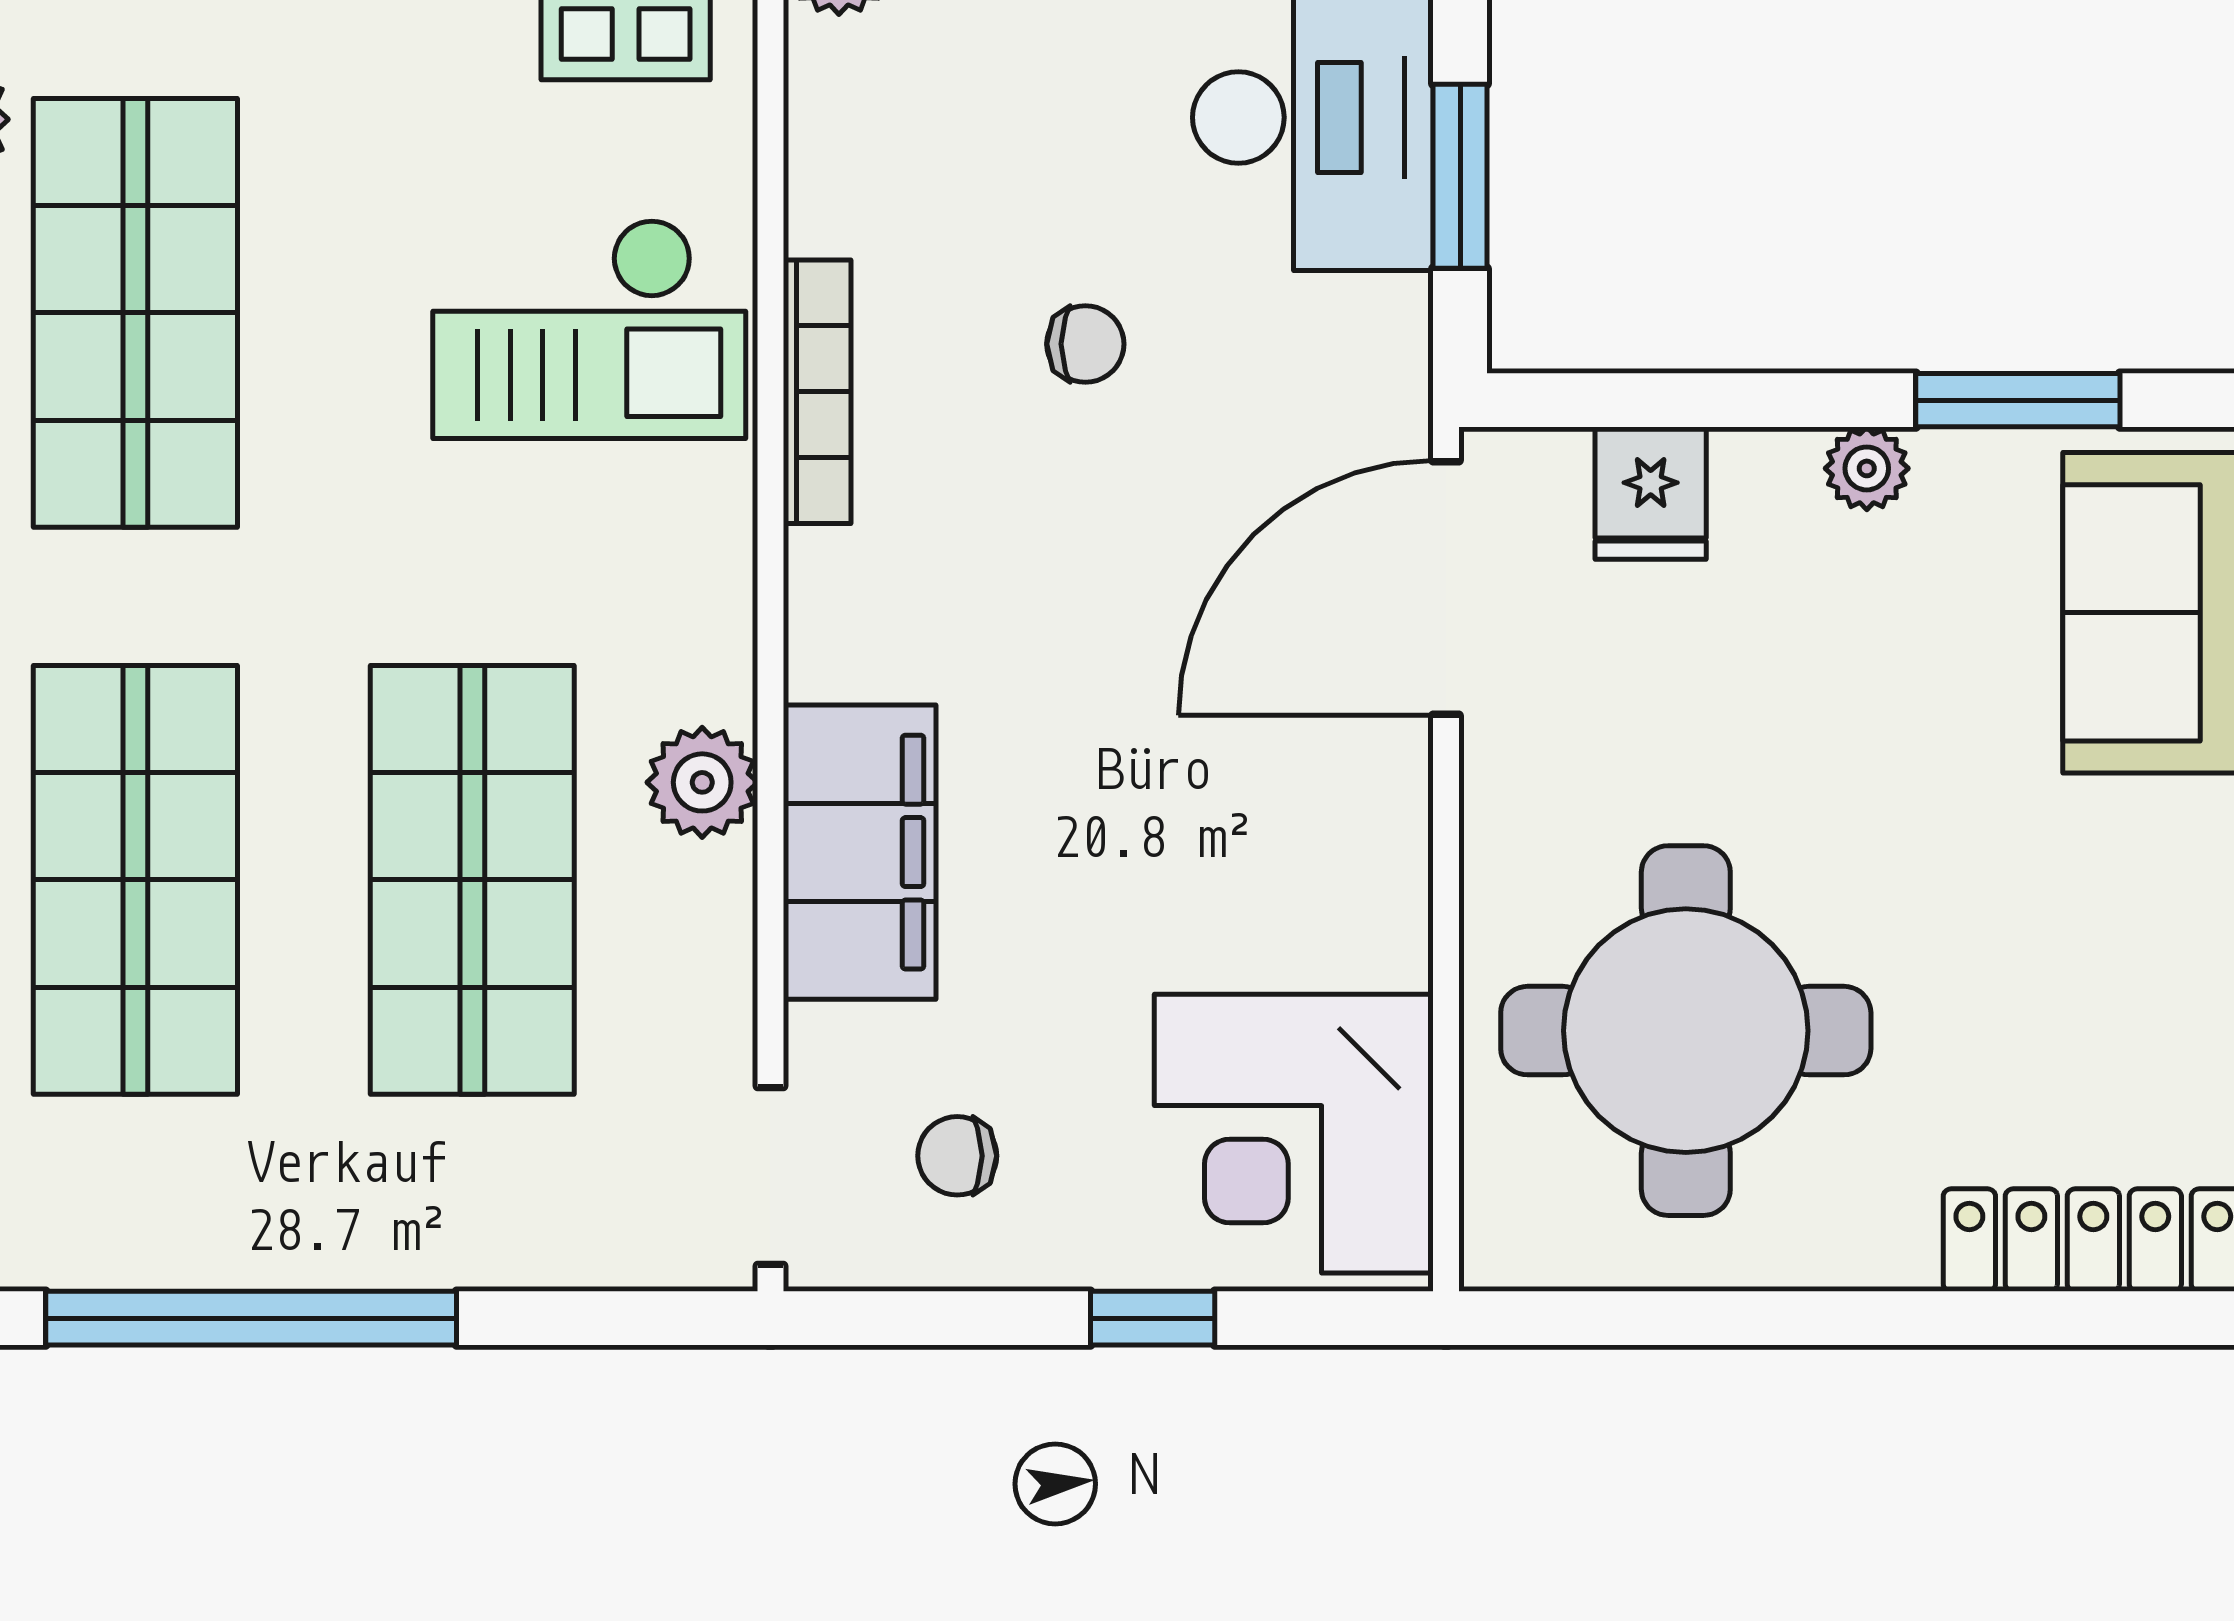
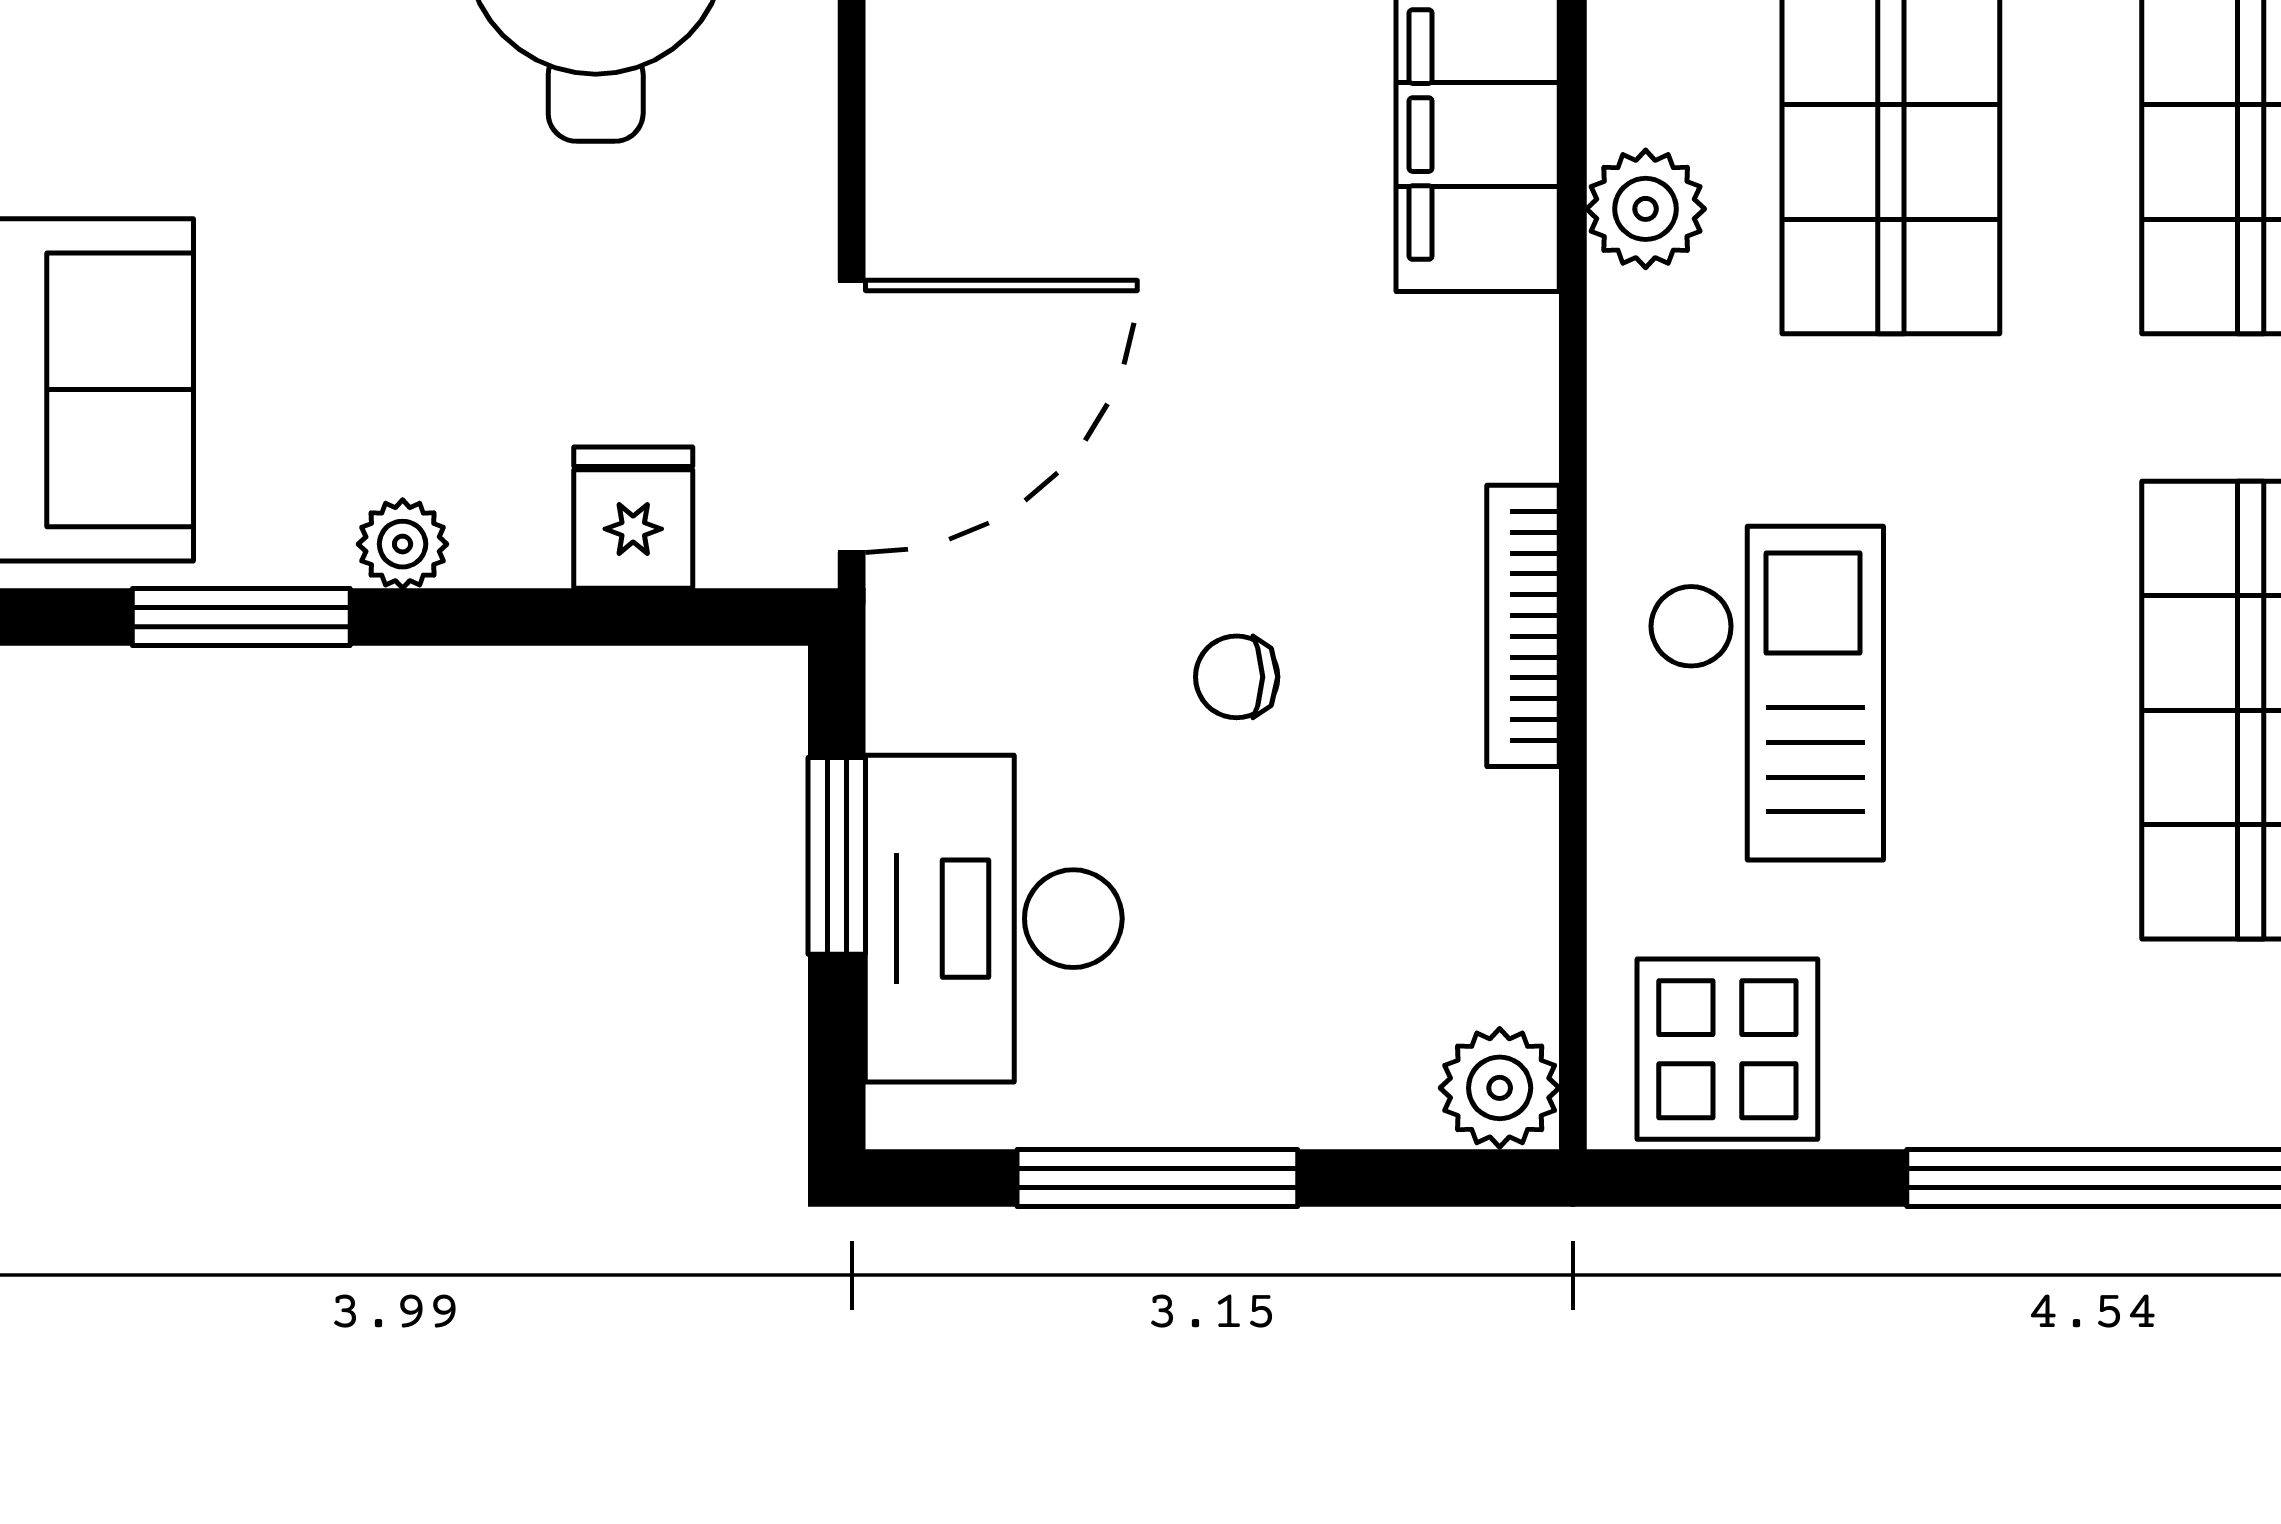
checkout: (589, 329) -> (1766, 693), turned 90

